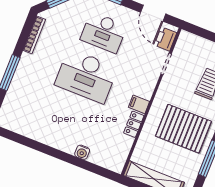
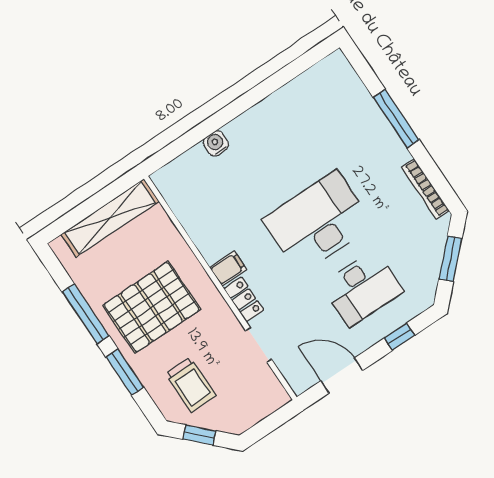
desk: (104, 32) -> (362, 288), turned 180
printer: (165, 39) -> (294, 368), removed
locker: (134, 124) -> (244, 299), moved

